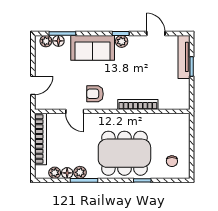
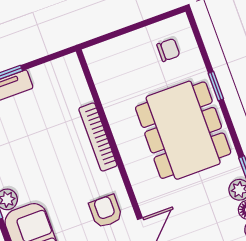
armchair: (95, 94) -> (106, 211), turned 180

